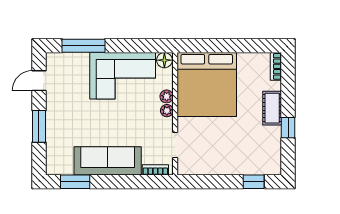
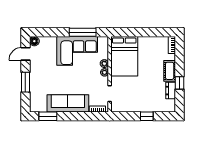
window: (83, 46) -> (83, 32), moved
floor lamp: (164, 60) -> (34, 41), moved
bed: (207, 85) -> (124, 56), width x0.73
dresser: (274, 140) -> (171, 91), added
window: (254, 182) -> (147, 116), moved

